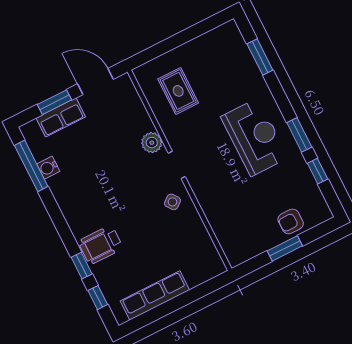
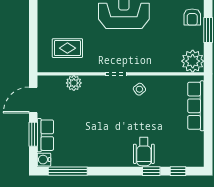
plant: (152, 143) -> (74, 83), moved
water cooler: (48, 168) -> (44, 160), moved, turned 90
plant: (238, 249) -> (193, 61), added
row of seats: (155, 295) -> (196, 106), moved

